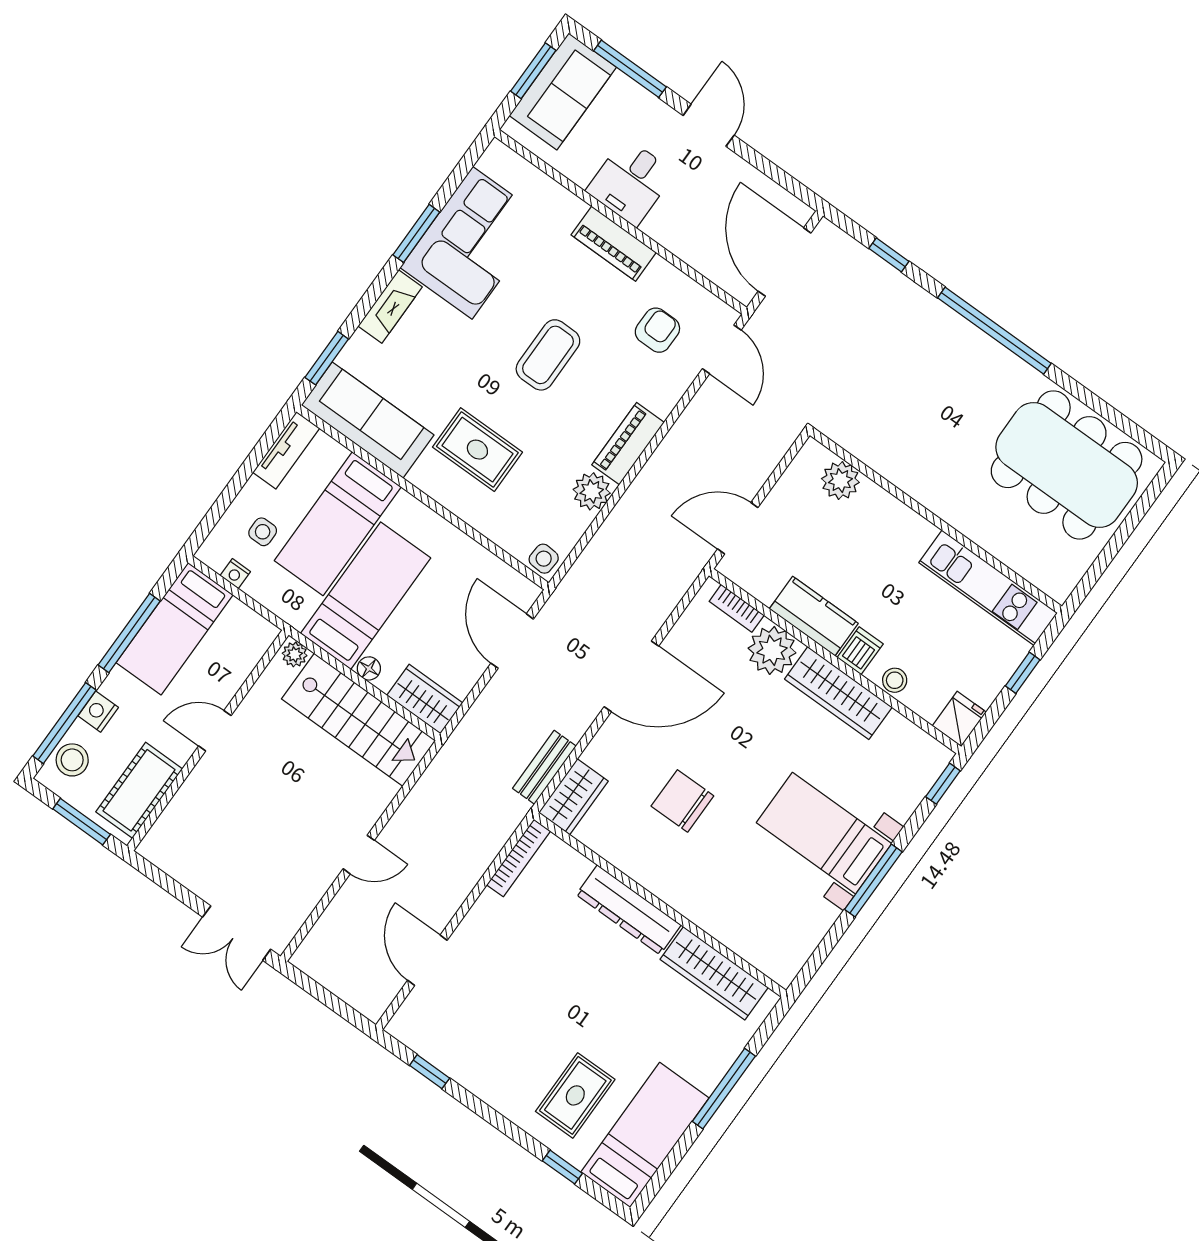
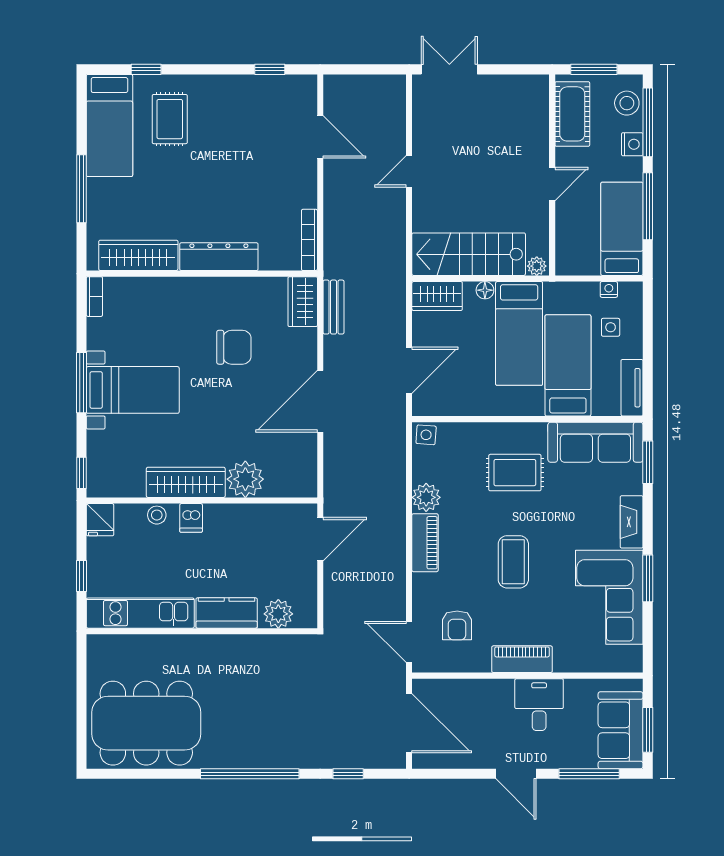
bookcase: (737, 608) -> (94, 297), moved, turned 90
kitchen counter: (814, 616) -> (227, 613), moved, turned 180
door: (512, 641) -> (409, 370), hinge flipped

